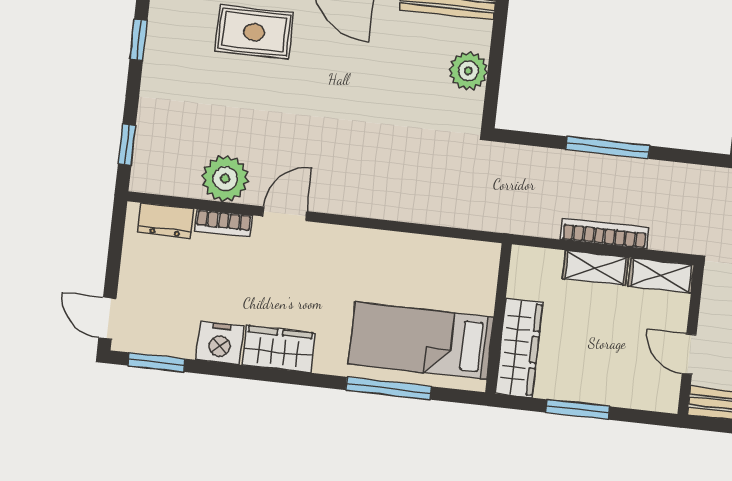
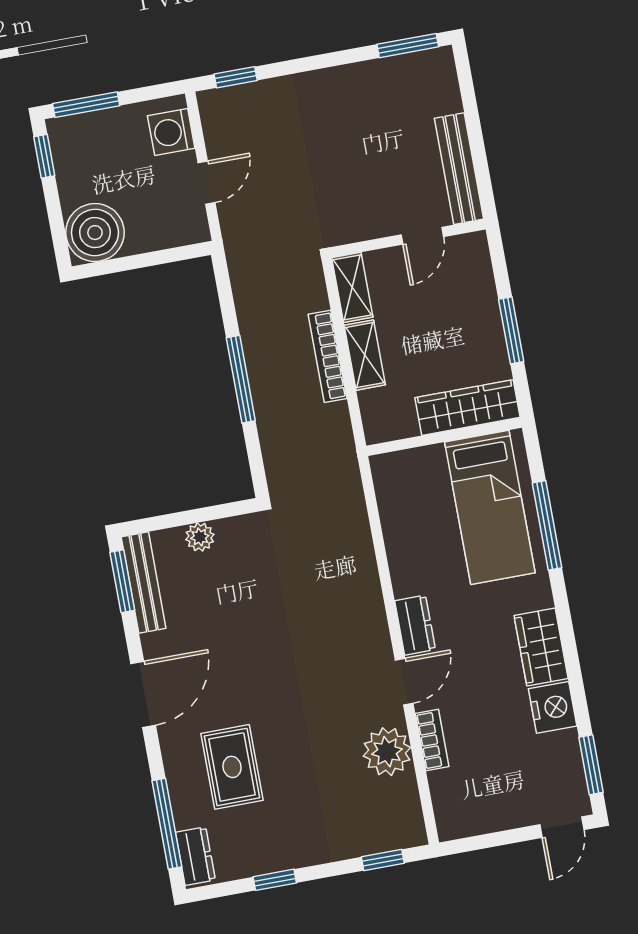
plant: (468, 71) -> (200, 537), width x0.73, depth x0.73
door: (285, 214) -> (404, 682), swing flipped
dresser: (166, 221) -> (415, 625), moved

